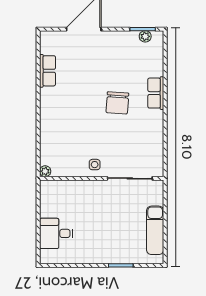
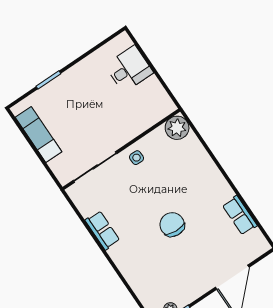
row of seats: (156, 93) -> (102, 230), moved
chair: (117, 103) -> (172, 225), moved
plant: (45, 171) -> (177, 128), width x1.88, depth x1.88

